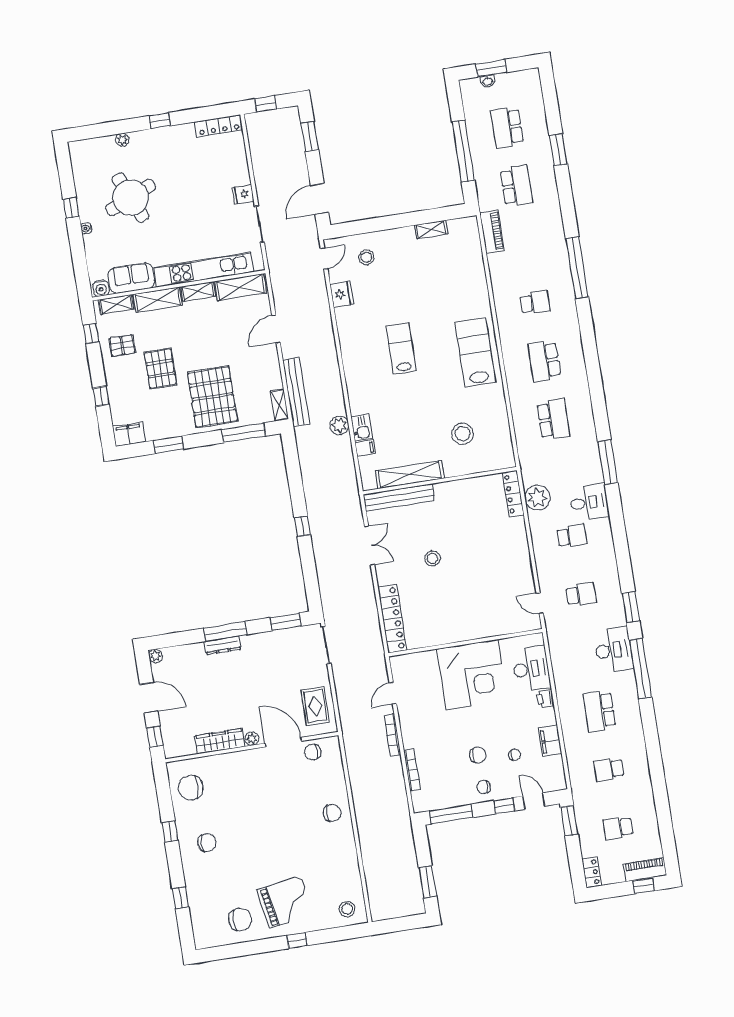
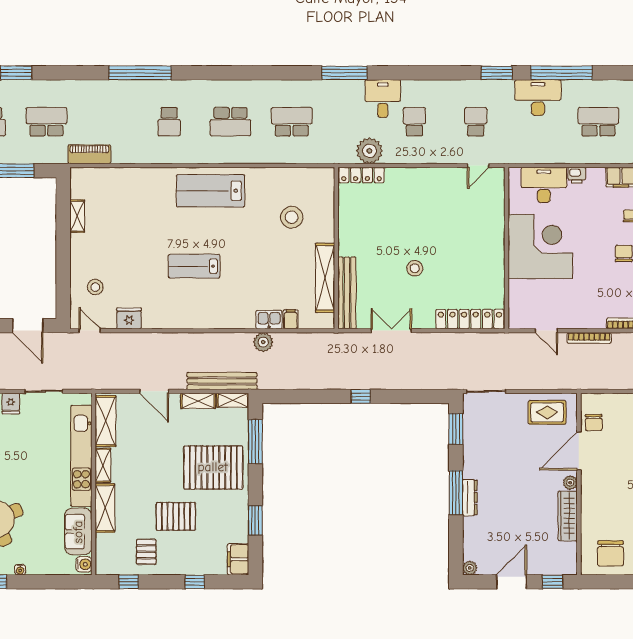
school desk: (535, 303) -> (169, 122), turned 180
shelving: (116, 304) -> (198, 401), moved, turned 90
school desk: (600, 711) -> (598, 122), turned 180

